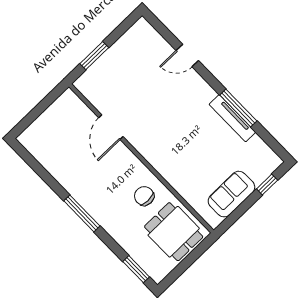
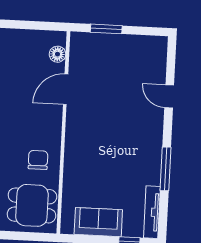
floor lamp: (79, 109) -> (57, 54), added
tv unit: (232, 118) -> (152, 212), moved
dining table: (174, 232) -> (32, 205), turned 90

